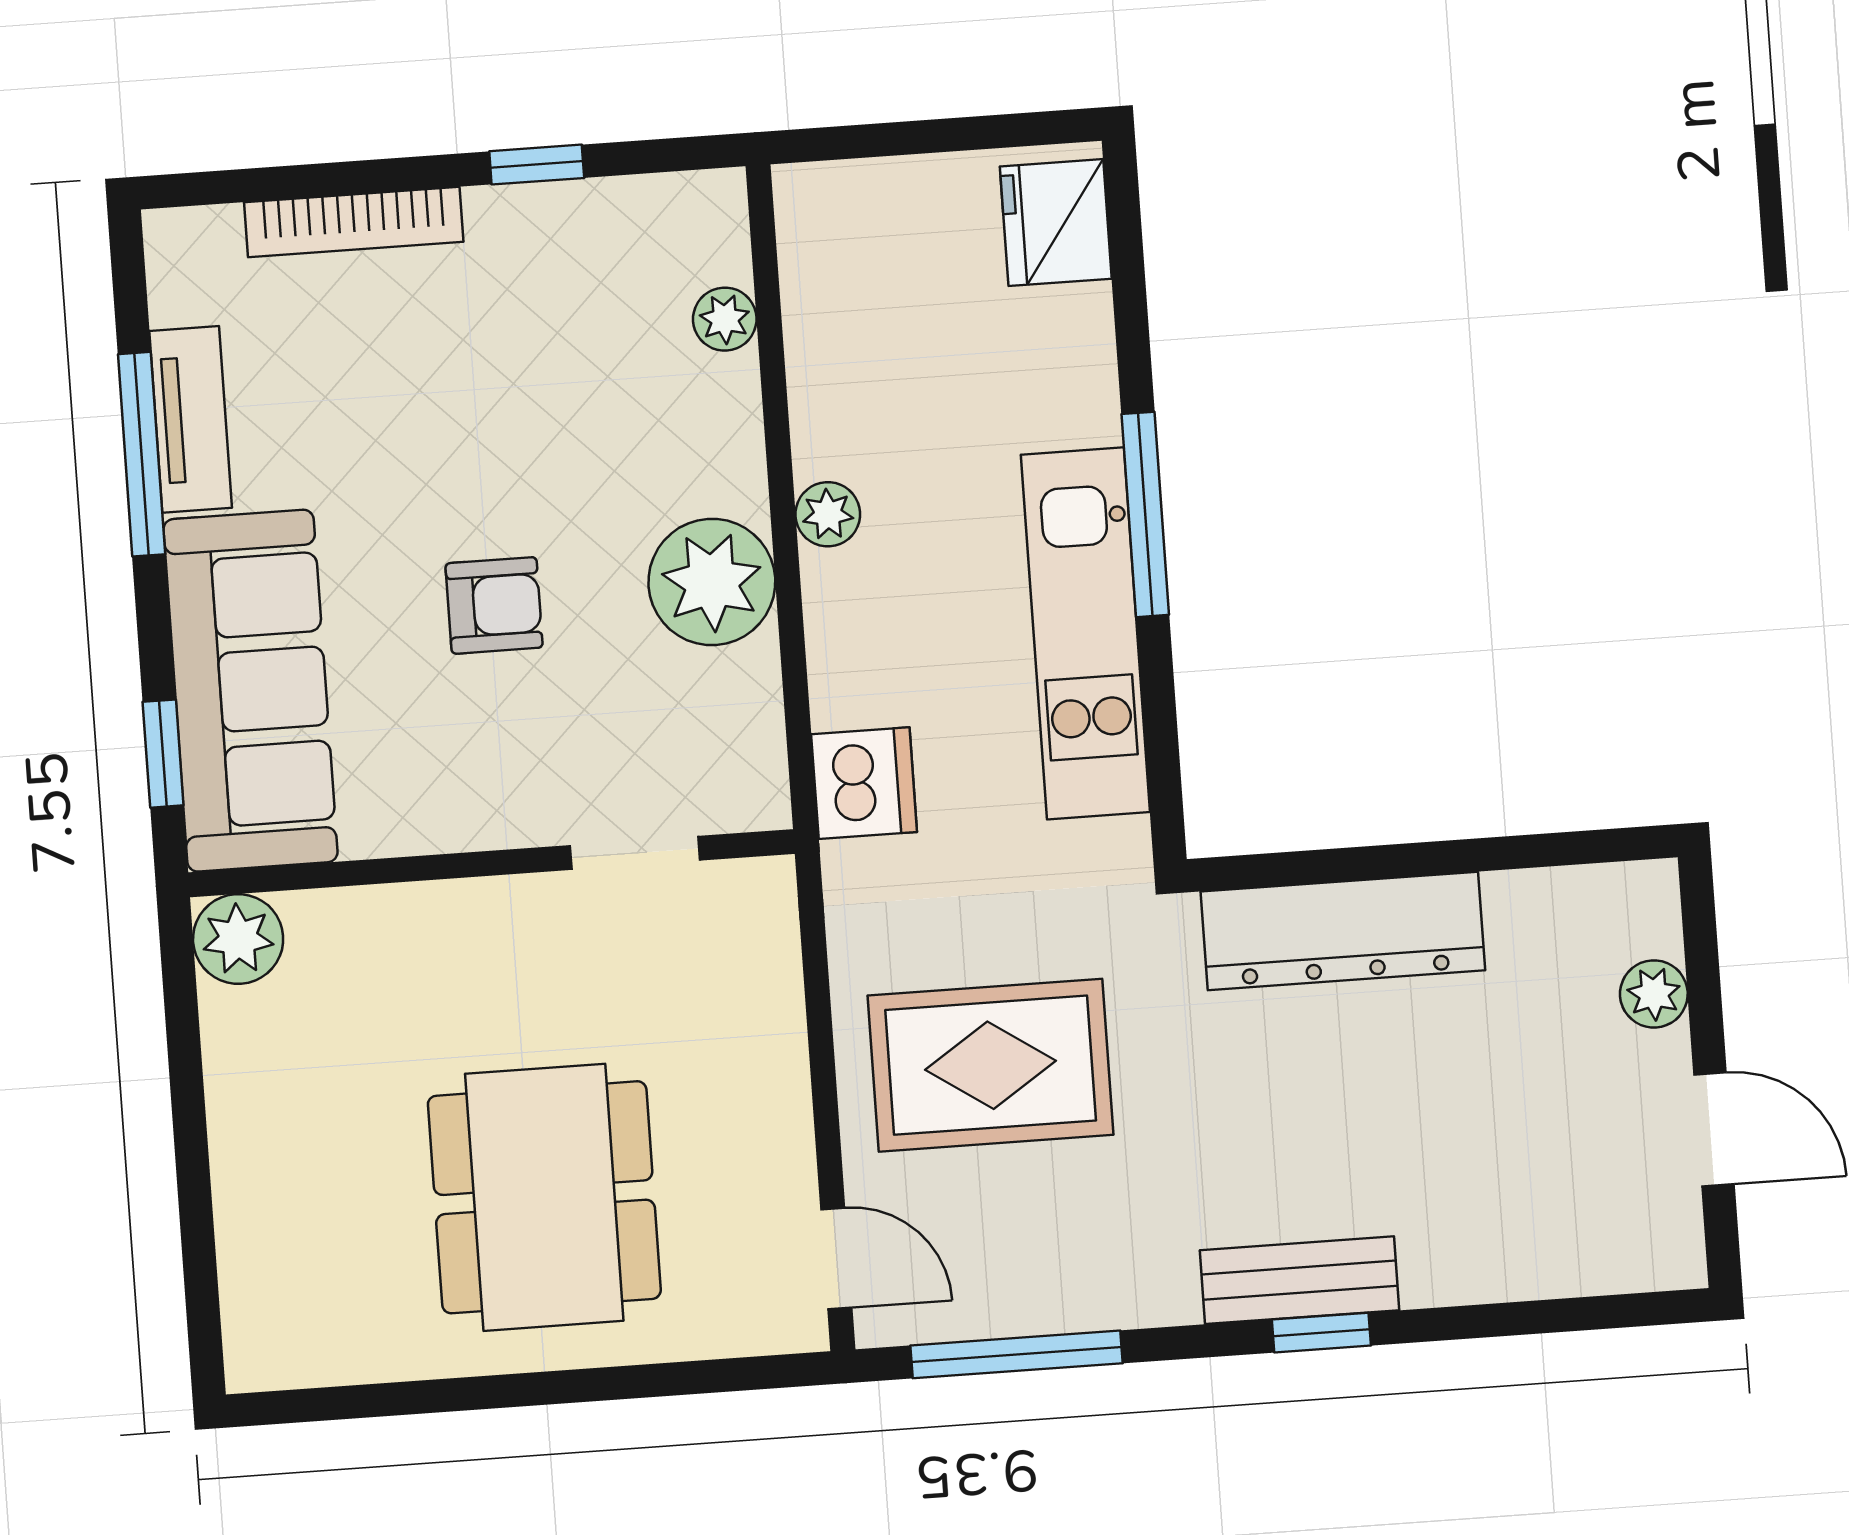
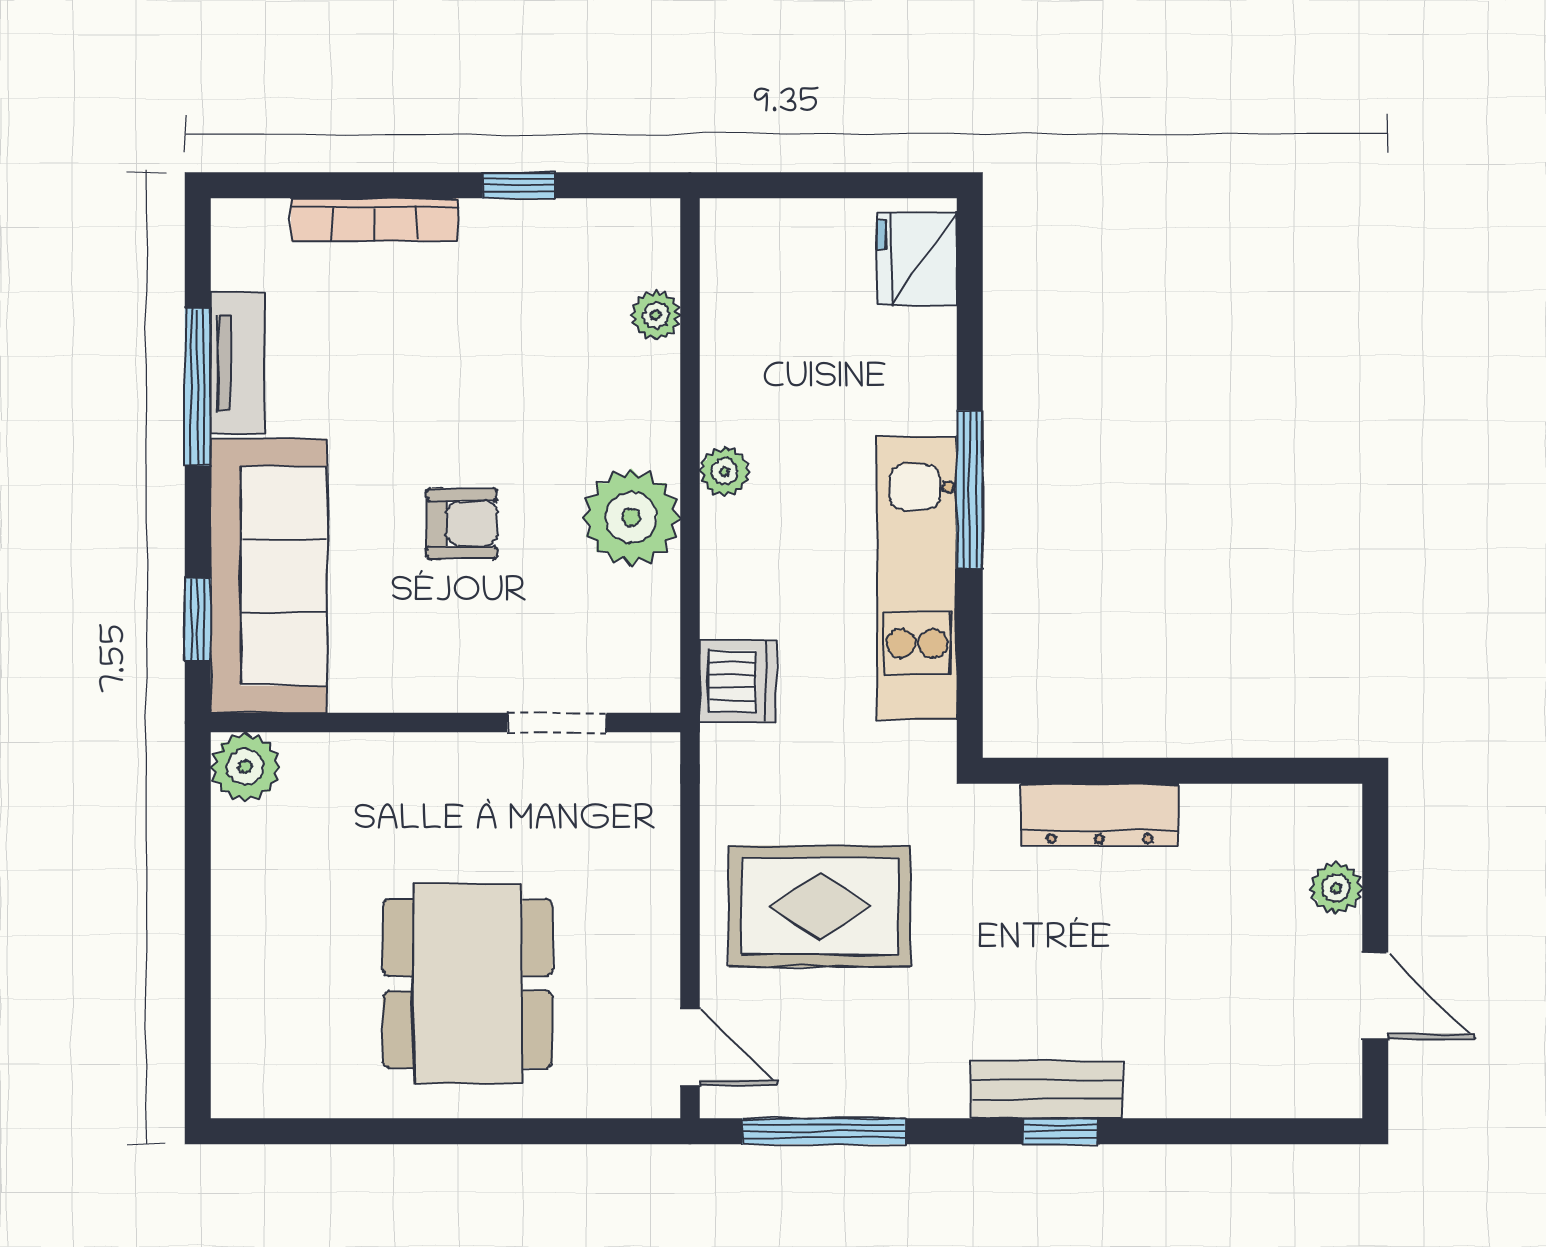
dresser: (1343, 931) -> (1099, 815), width x0.73, depth x0.80

